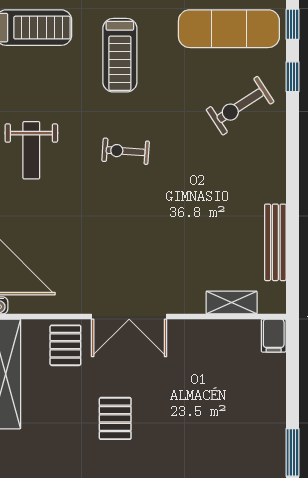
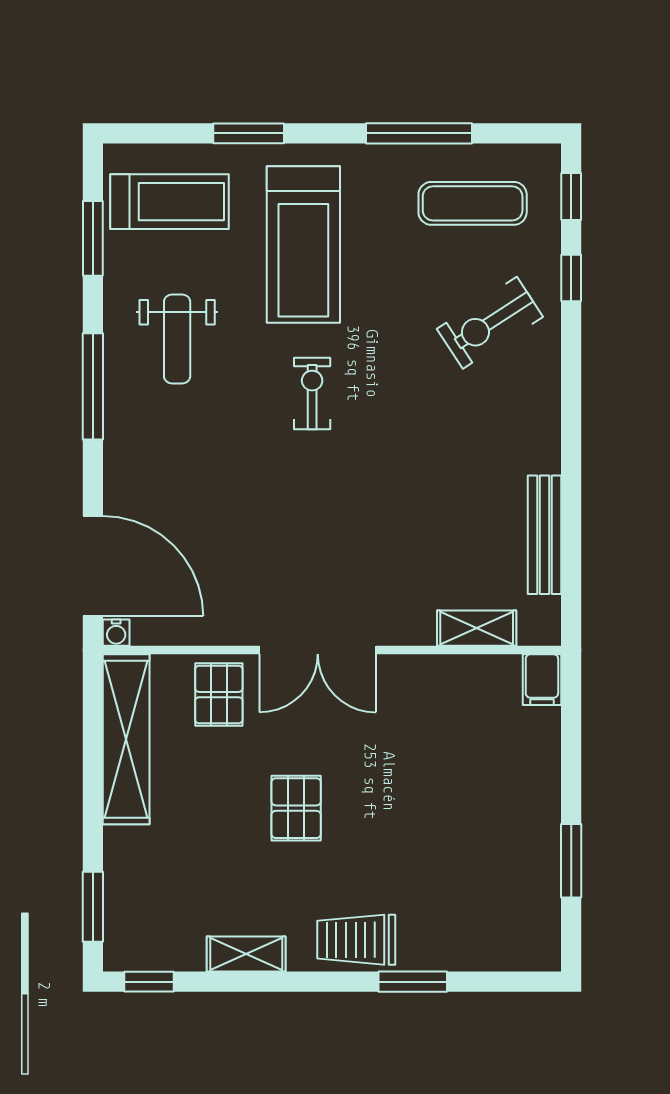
exercise mat: (229, 29) -> (473, 203), width x0.73, depth x0.69
treadmill: (120, 55) -> (303, 245), width x1.37, depth x1.38
weight bench: (31, 150) -> (177, 339), moved
exercise bike: (126, 151) -> (312, 393), turned 86

